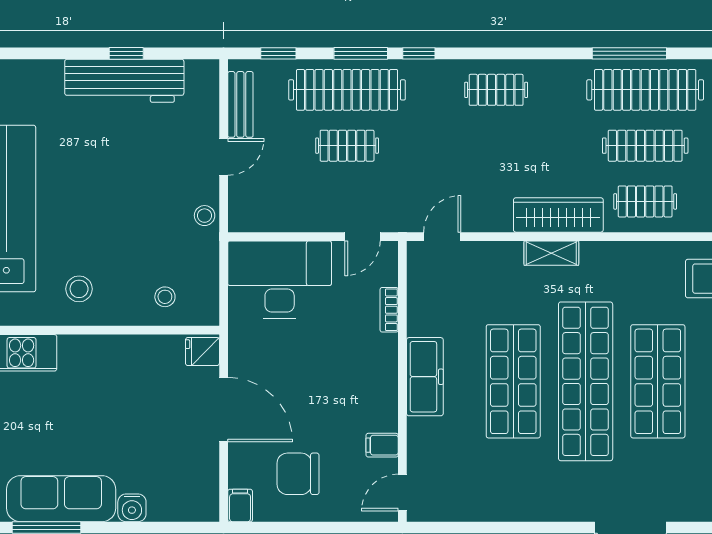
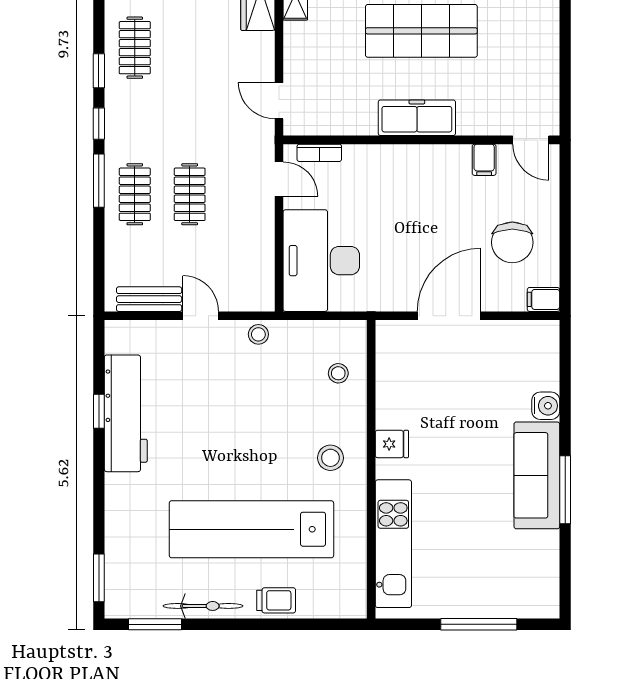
window: (278, 53) -> (99, 71), moved
clothes rail: (347, 90) -> (135, 194), width x0.54, depth x0.76
bookcase: (389, 310) -> (319, 153), moved
fridge: (202, 352) -> (392, 444), moved, turned -90

